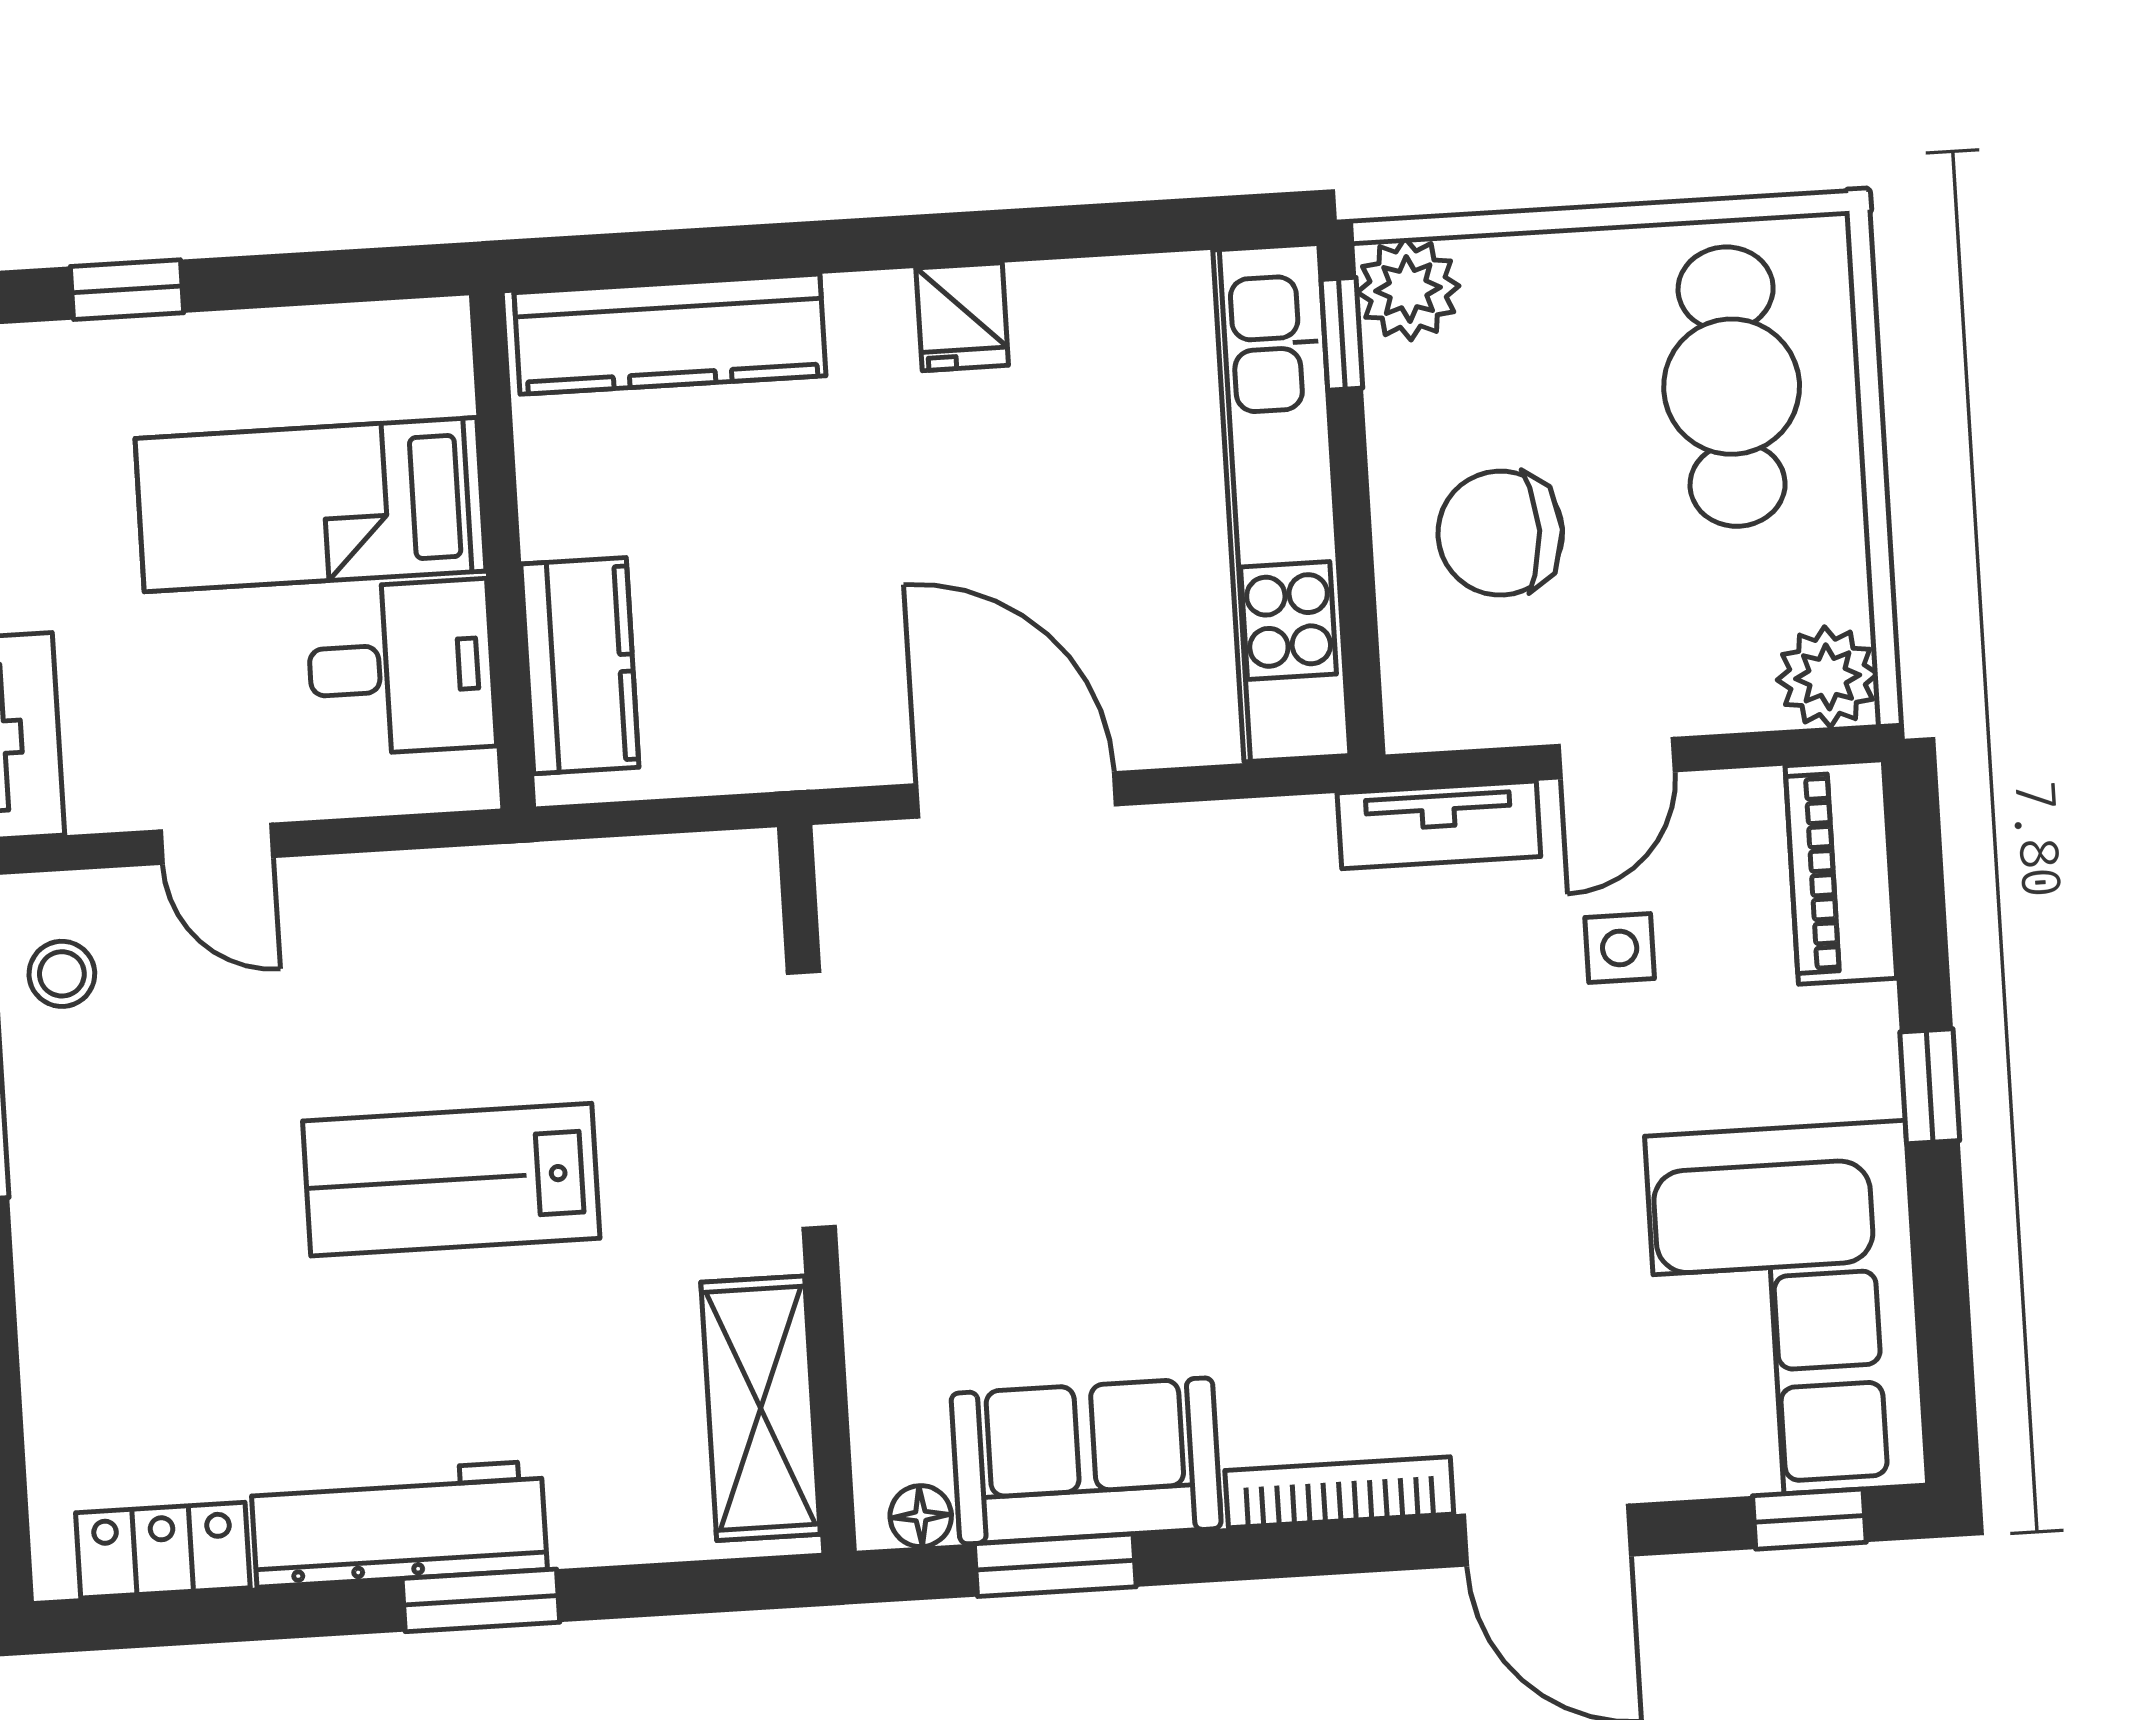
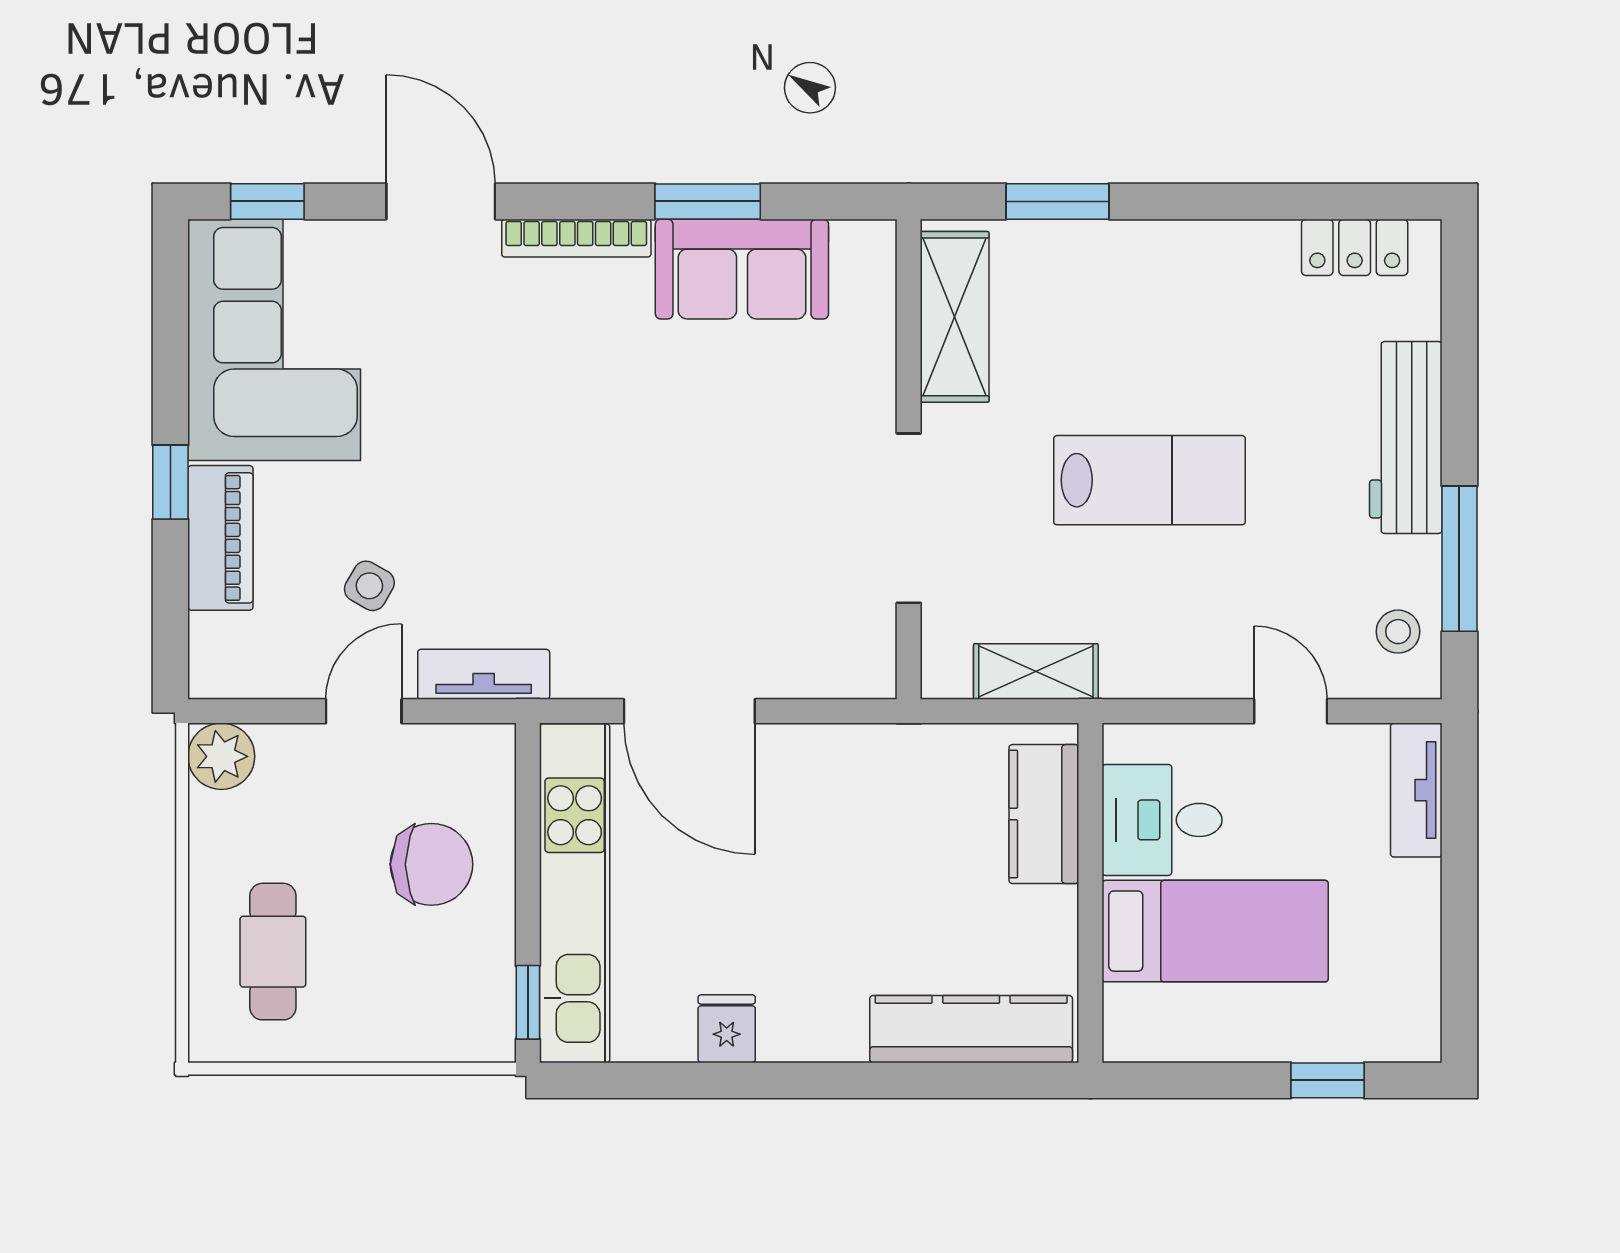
plant: (1408, 289) -> (482, 1029), removed
fridge: (962, 317) -> (727, 1029), moved
cafe table: (1732, 387) -> (273, 952), width x0.73, depth x0.74
door: (1016, 795) -> (689, 711), moved
piano: (1841, 872) -> (220, 538), moved
shelving: (605, 880) -> (1036, 672), added
side table: (1620, 948) -> (369, 586), turned 30
floor lamp: (921, 1516) -> (853, 239), removed
workbench: (399, 1524) -> (1406, 437), moved, turned 90
window: (1055, 1565) -> (708, 201), moved
window: (481, 1600) -> (1057, 201), moved

